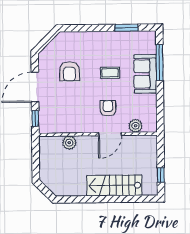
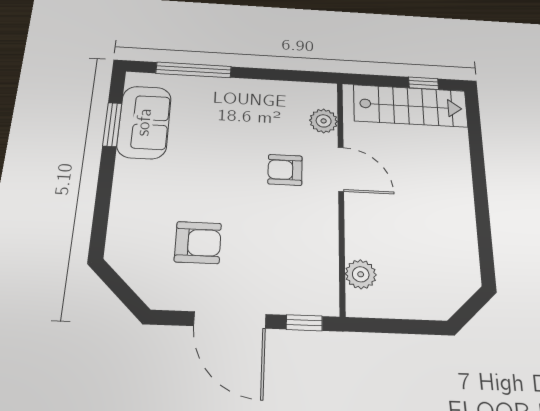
coffee table: (110, 73) -> (208, 161), removed
sofa: (145, 74) -> (144, 122), moved, turned -90
plant: (69, 143) -> (361, 274), moved
stairs: (114, 185) -> (410, 106), moved, turned -90

